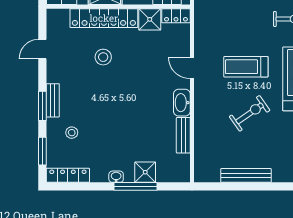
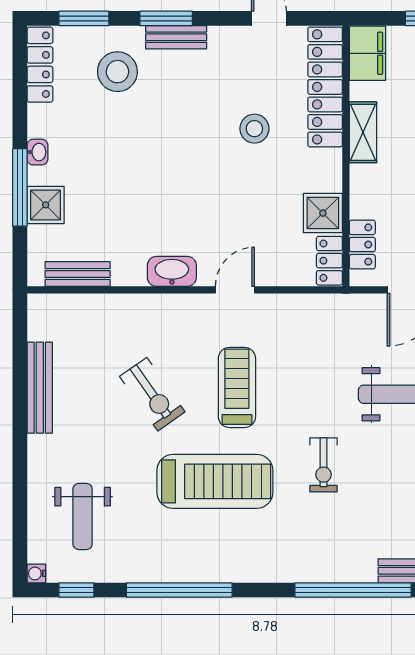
locker: (104, 18) -> (325, 87), moved
stool: (72, 133) -> (117, 72), width x1.89, depth x1.89
bench: (183, 135) -> (78, 274), moved

